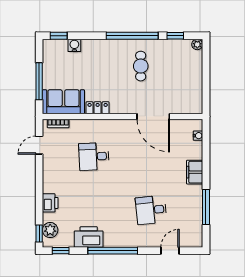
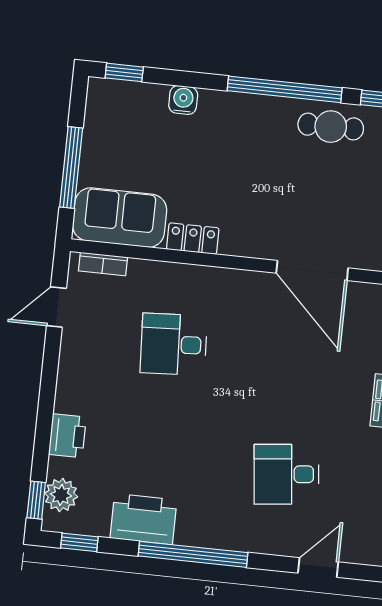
water cooler: (74, 45) -> (183, 100), moved
cafe table: (141, 66) -> (331, 127), moved, turned 90

